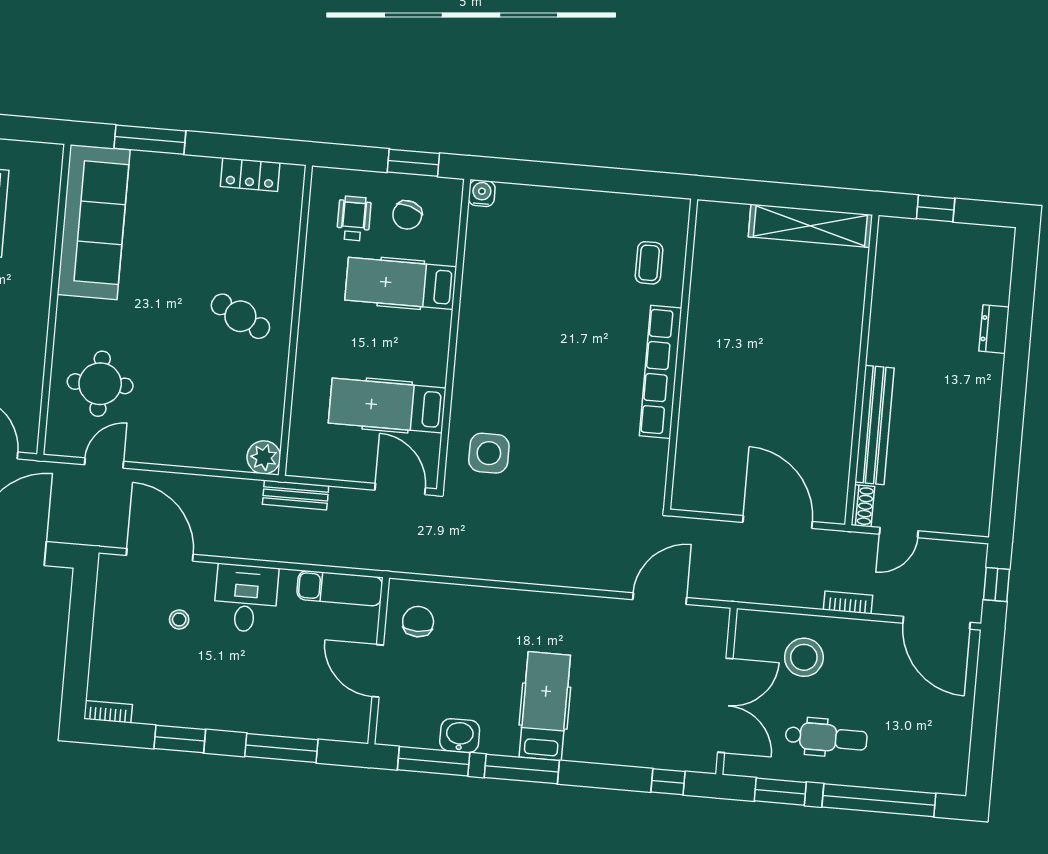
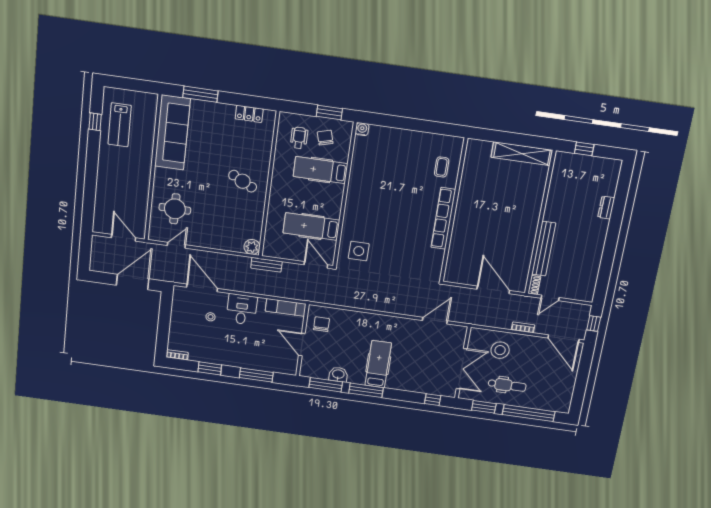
chair: (407, 215) -> (325, 138), turned 146

